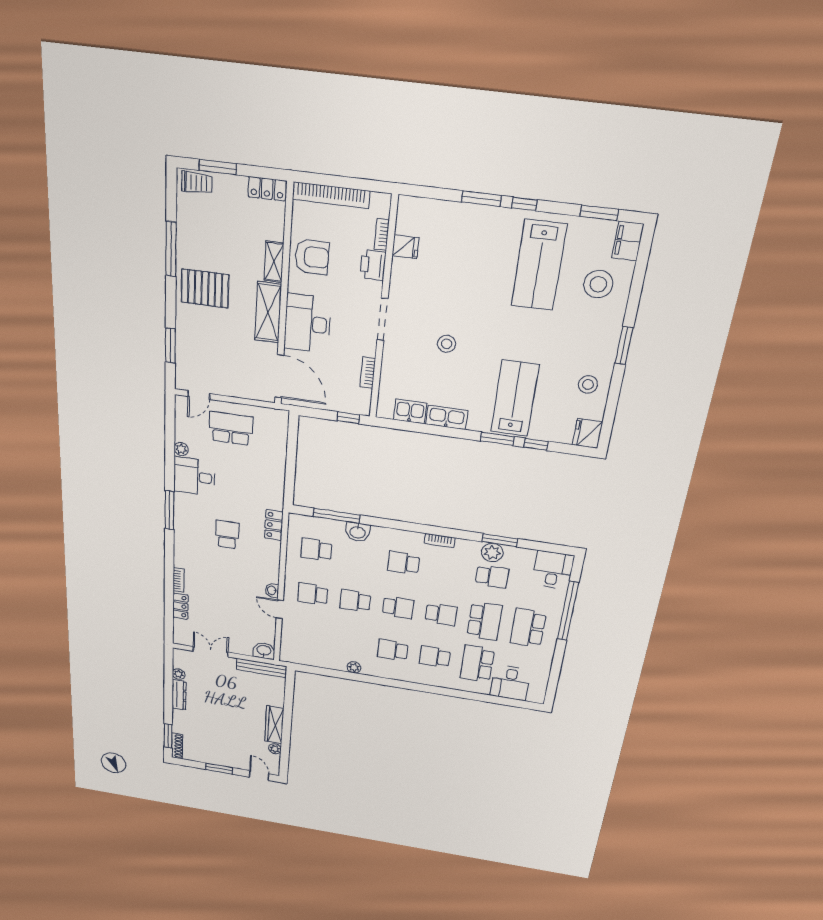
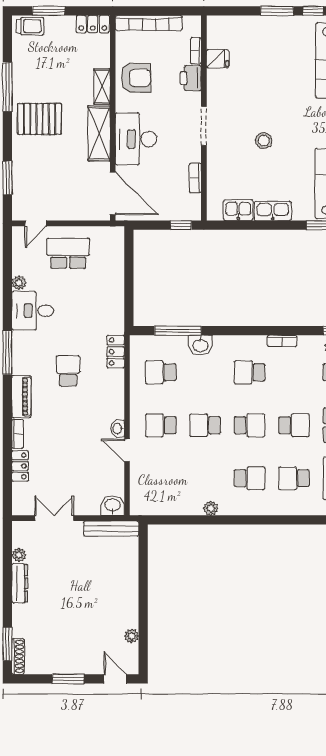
piano: (182, 550) -> (21, 397), added
school desk: (393, 650) -> (250, 478), turned 180
wardrobe: (274, 725) -> (129, 602), removed

